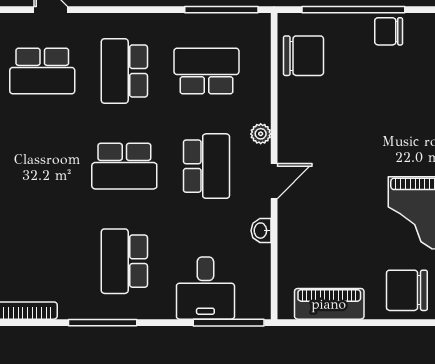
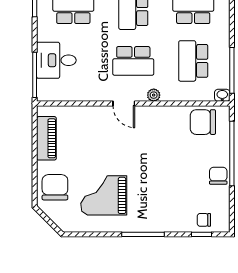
chair: (303, 56) -> (203, 122), turned 90
school desk: (206, 71) -> (193, 61), turned 180
washbasin: (261, 231) -> (222, 95), moved

